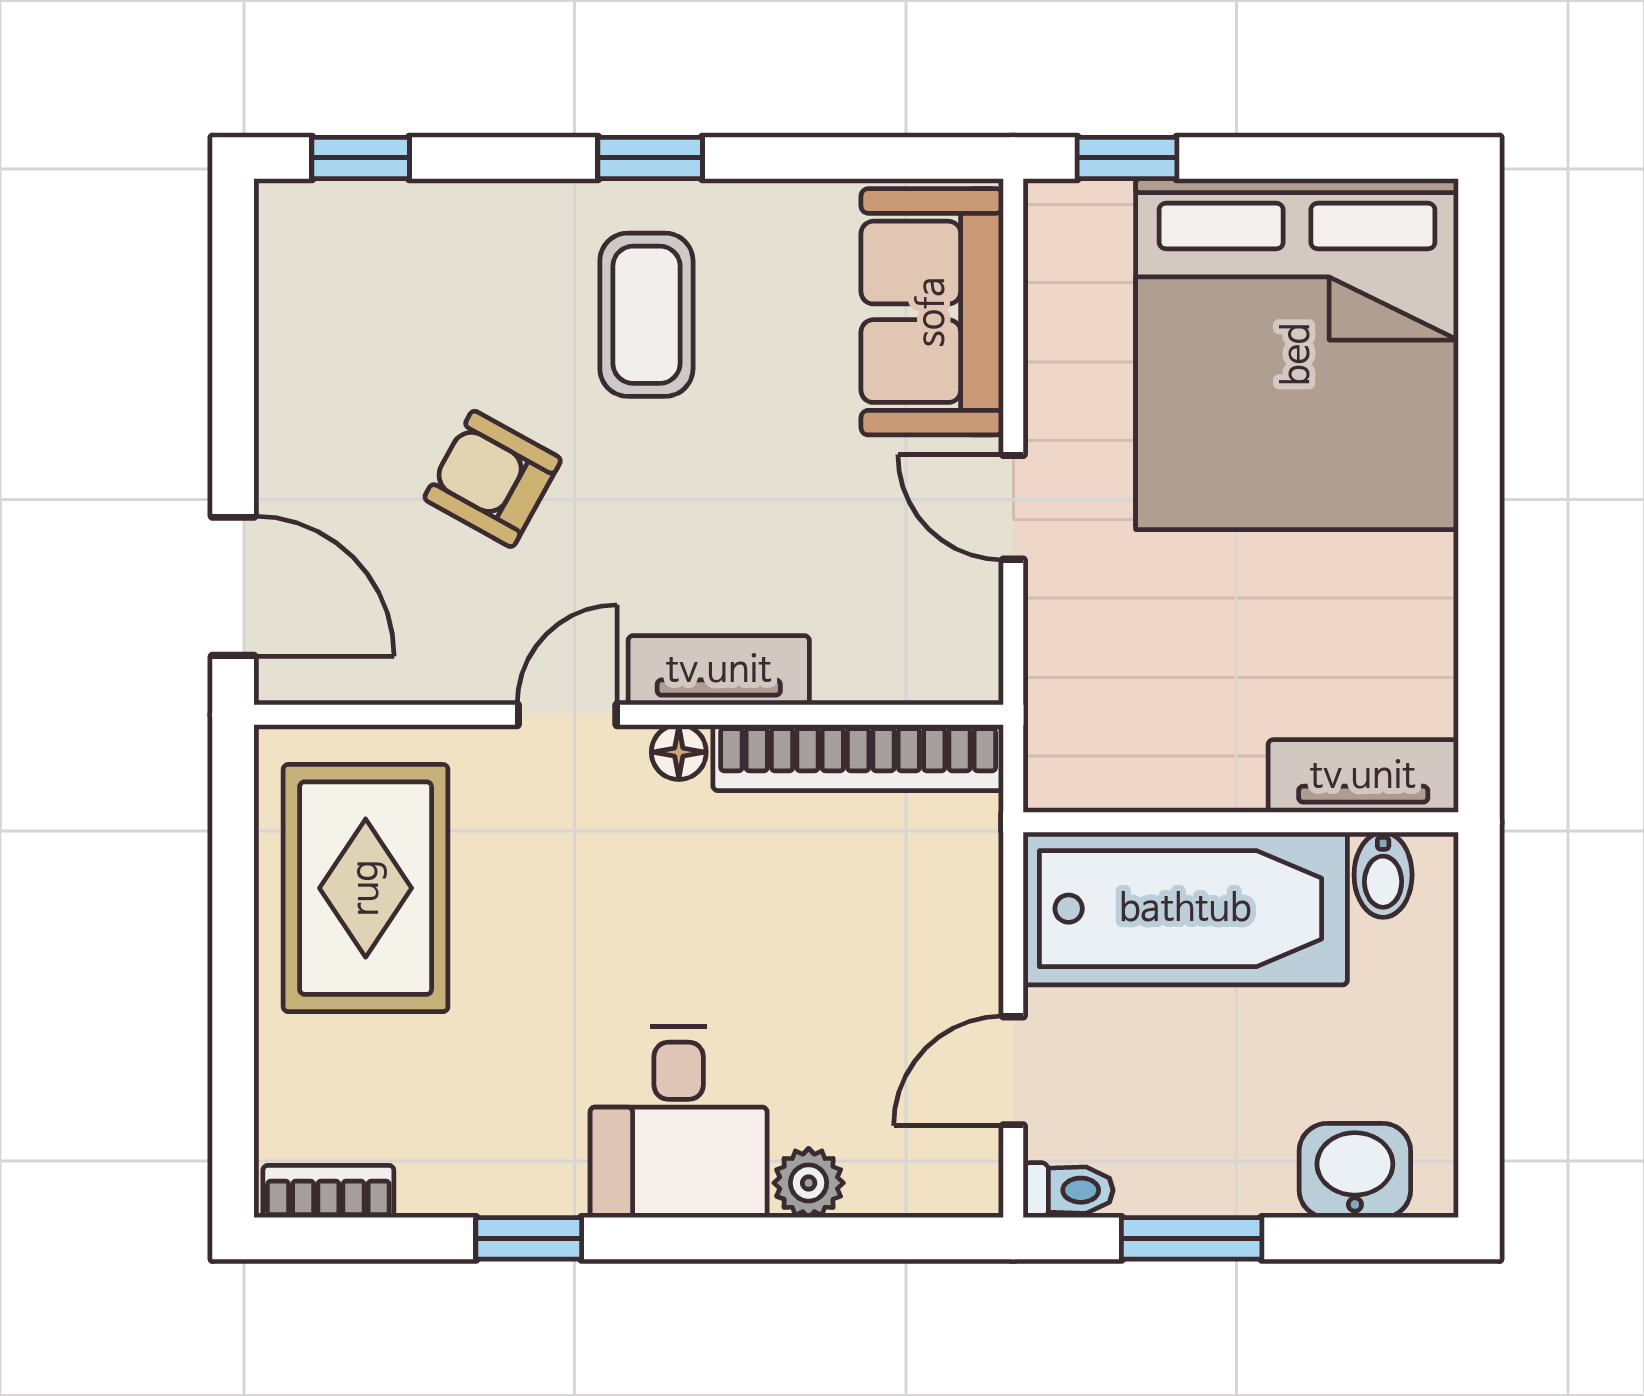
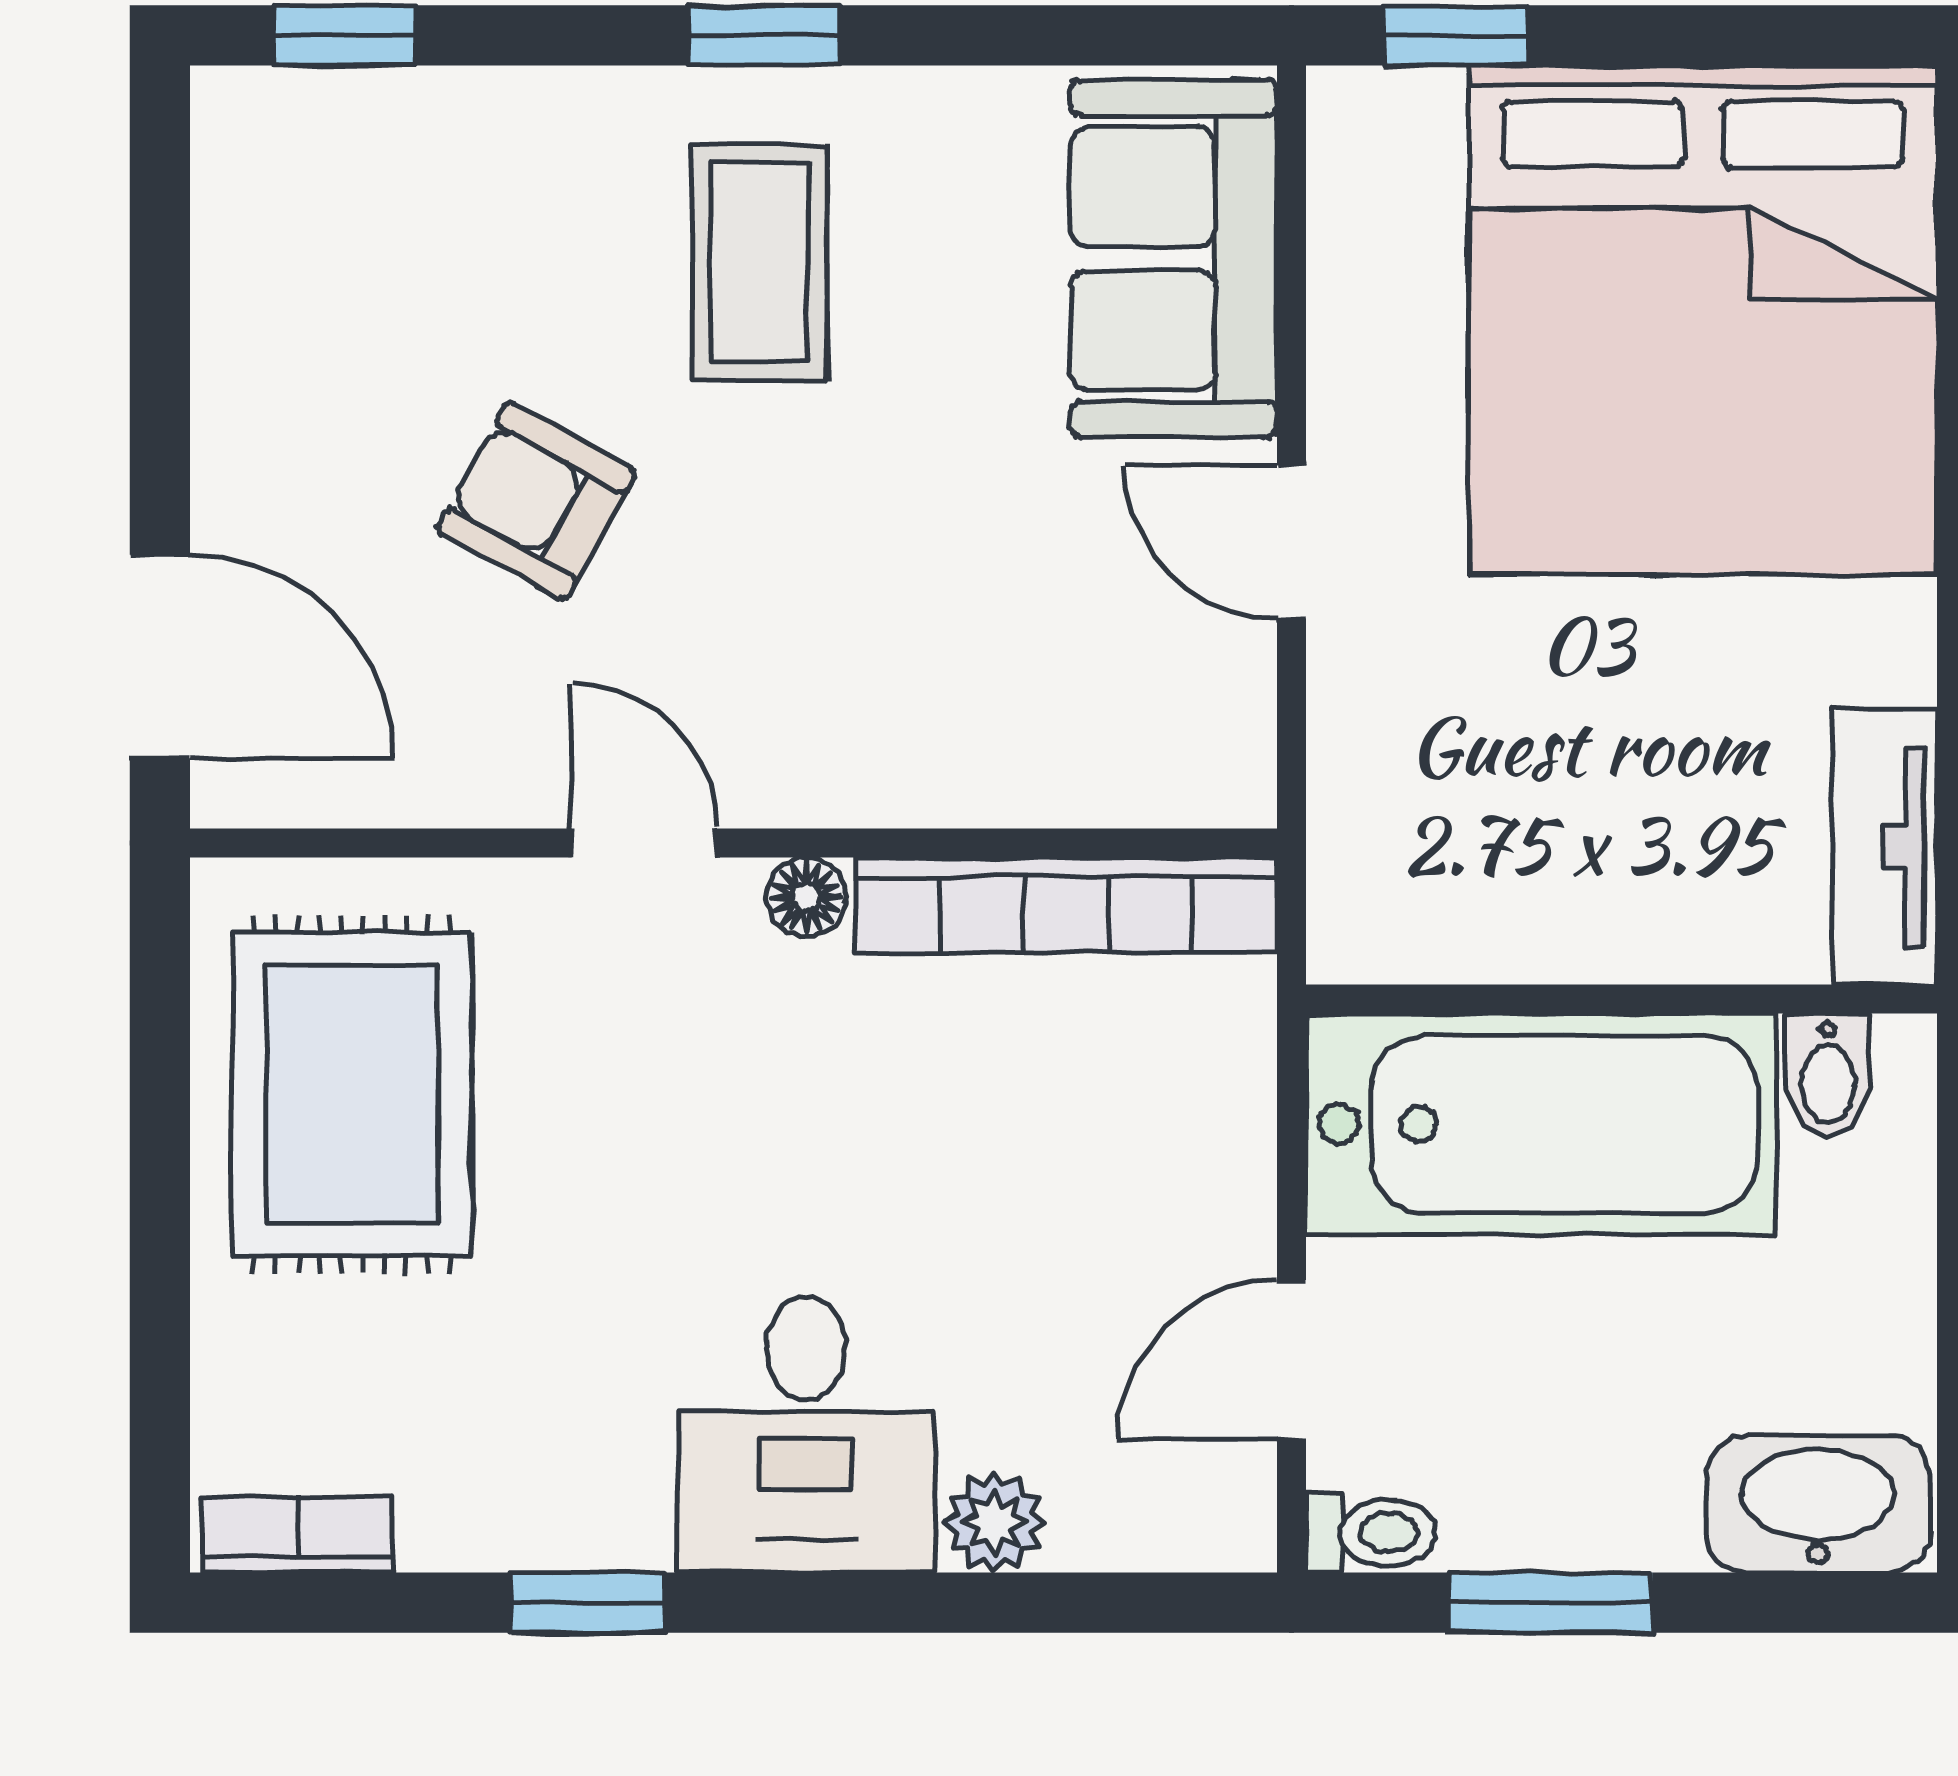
tv unit: (719, 670) -> (864, 778), removed
door: (567, 715) -> (644, 843), hinge flipped
tv unit: (1363, 776) -> (1884, 847), moved, turned -90
washbasin: (1355, 1171) -> (1818, 1504), width x1.38

